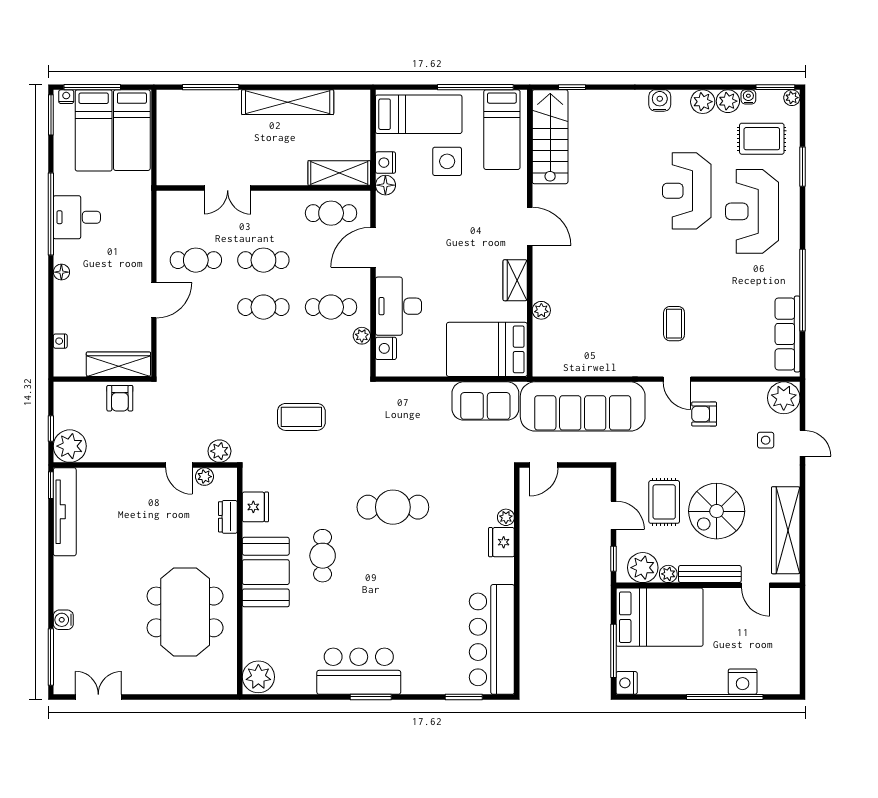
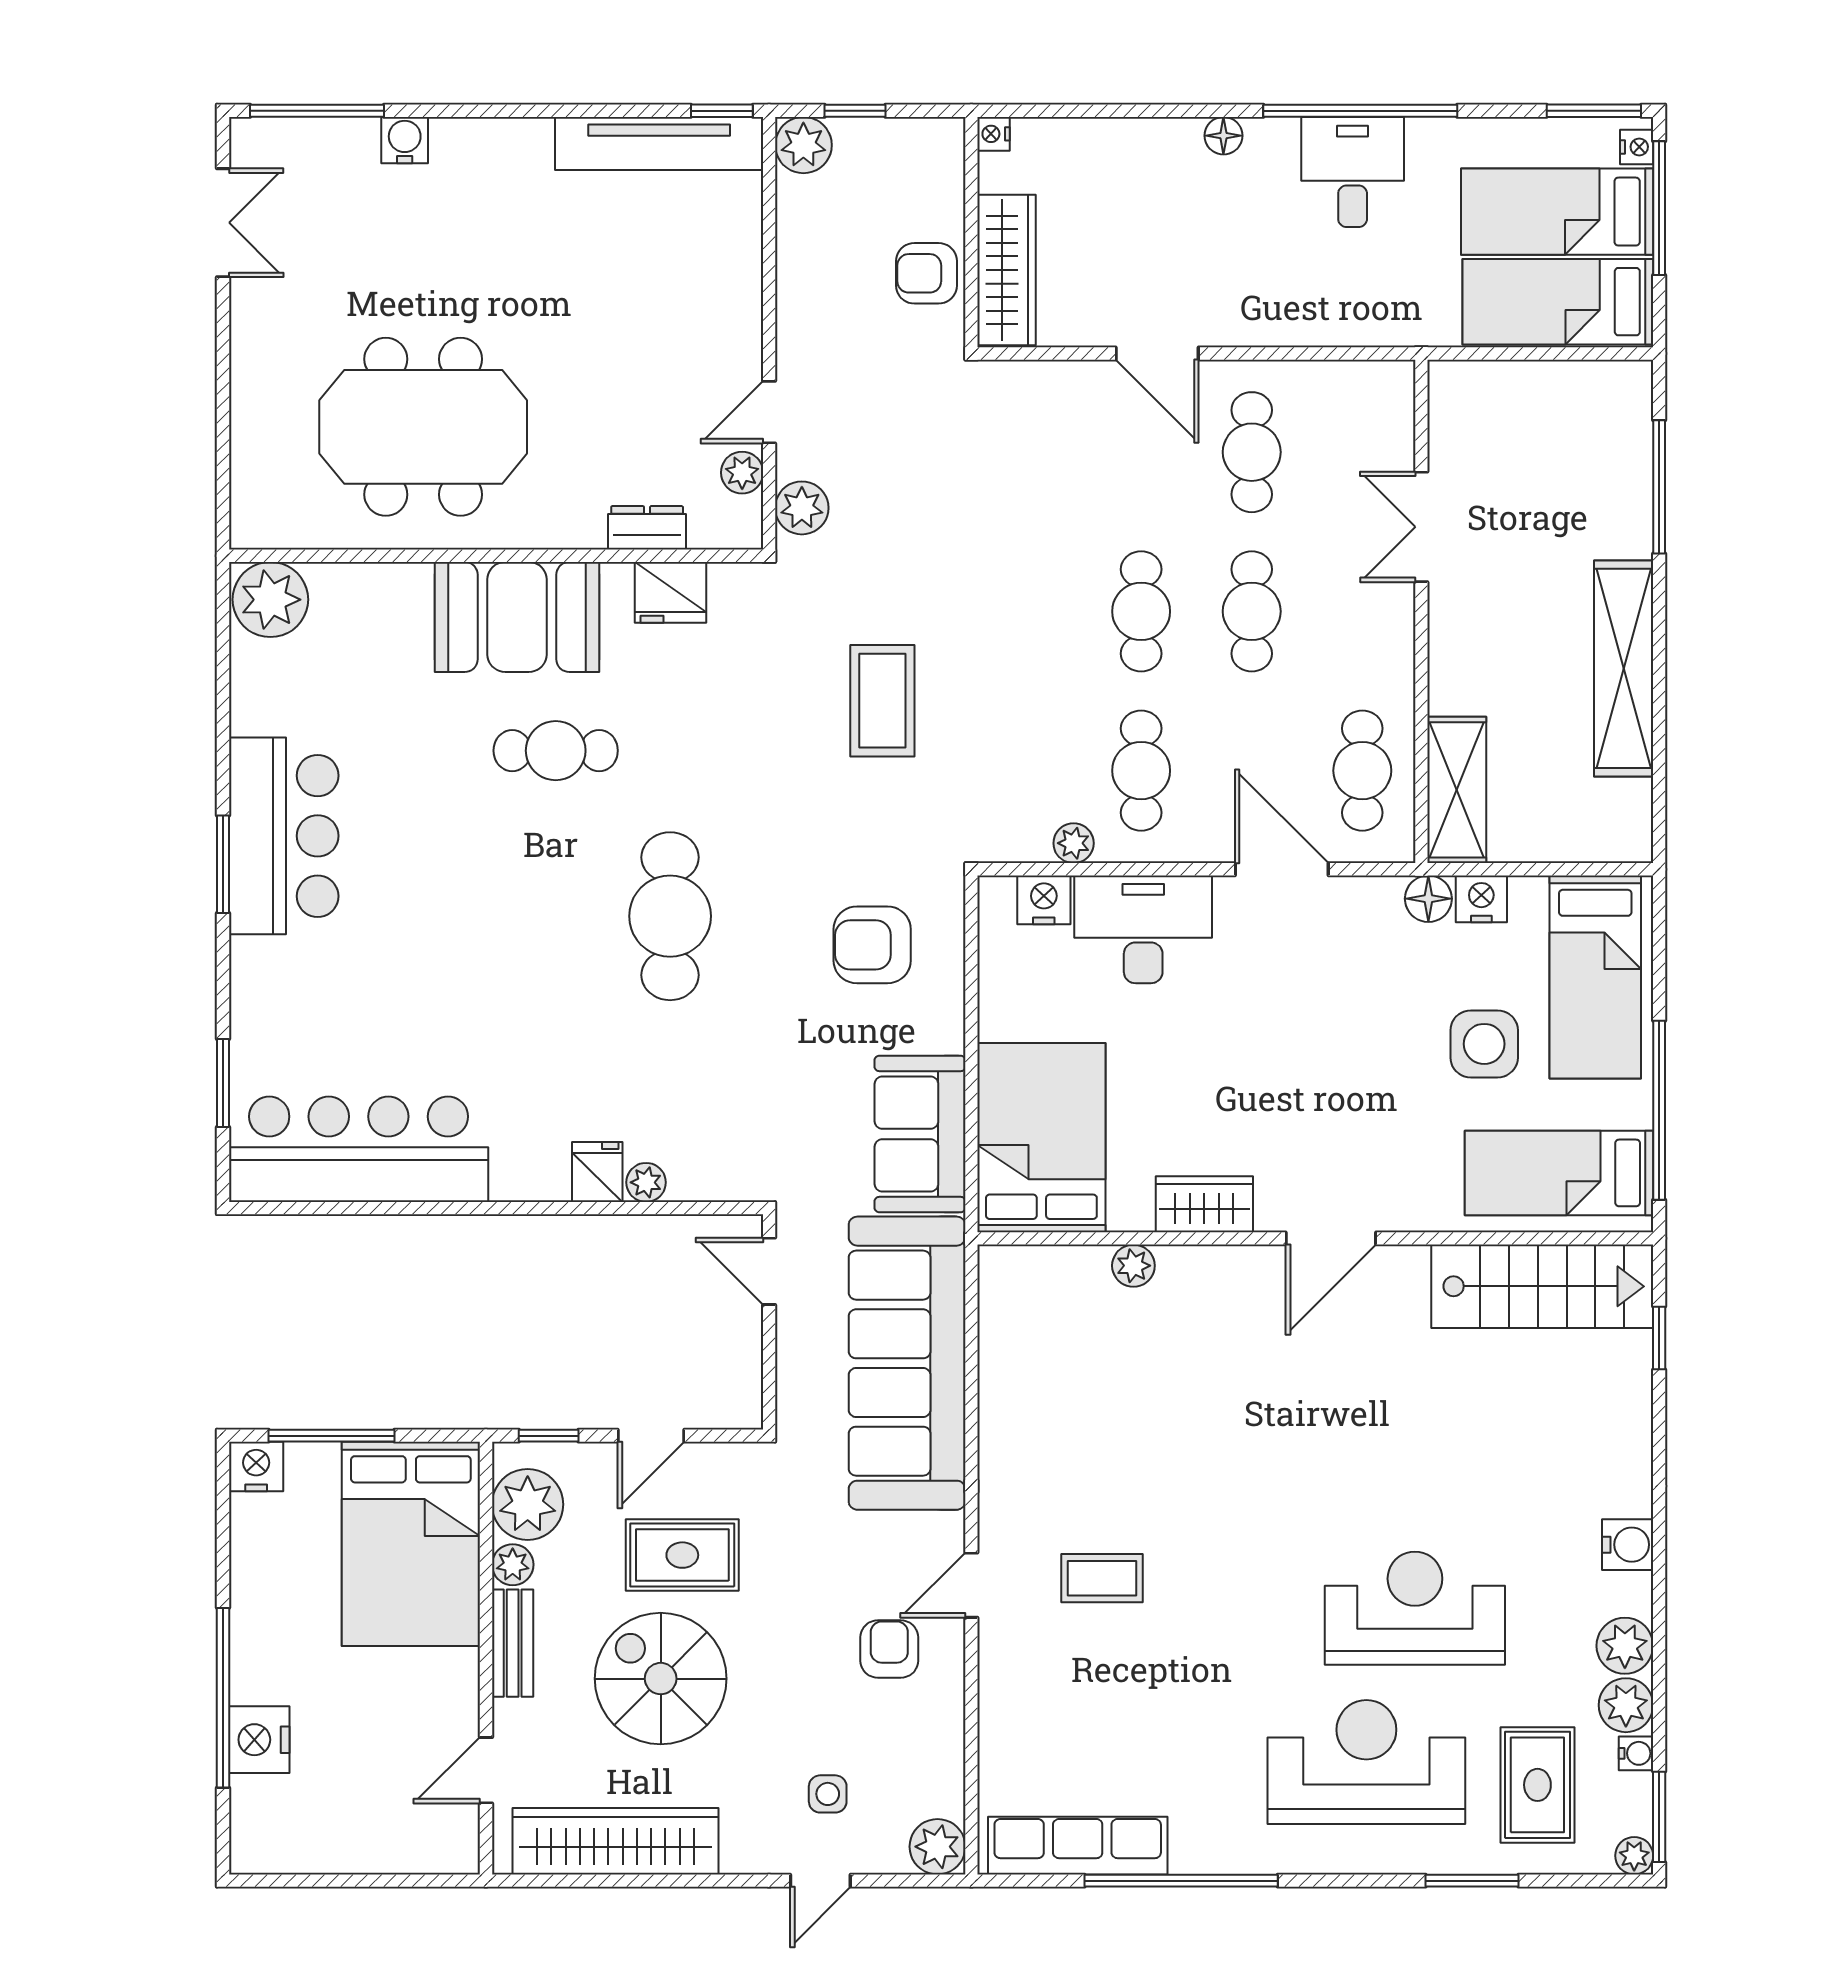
nightstand: (60, 341) -> (994, 134), moved, turned -90
plant: (784, 398) -> (937, 1847), width x0.73, depth x0.73
armchair: (405, 421) -> (872, 945), added
plant: (70, 446) -> (803, 145), width x0.73, depth x0.73
fridge: (501, 542) -> (597, 1172), width x0.72
bench: (710, 574) -> (513, 1643), width x0.73

